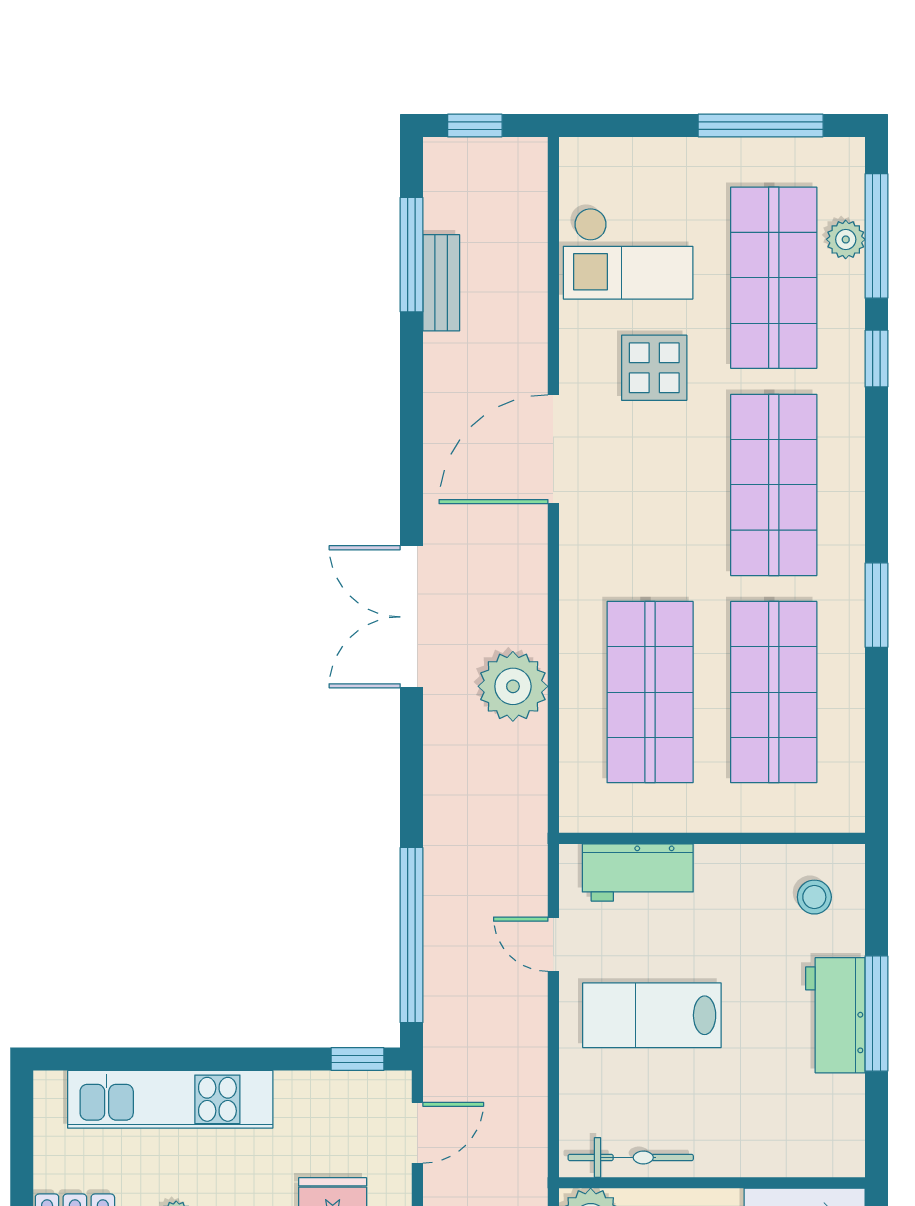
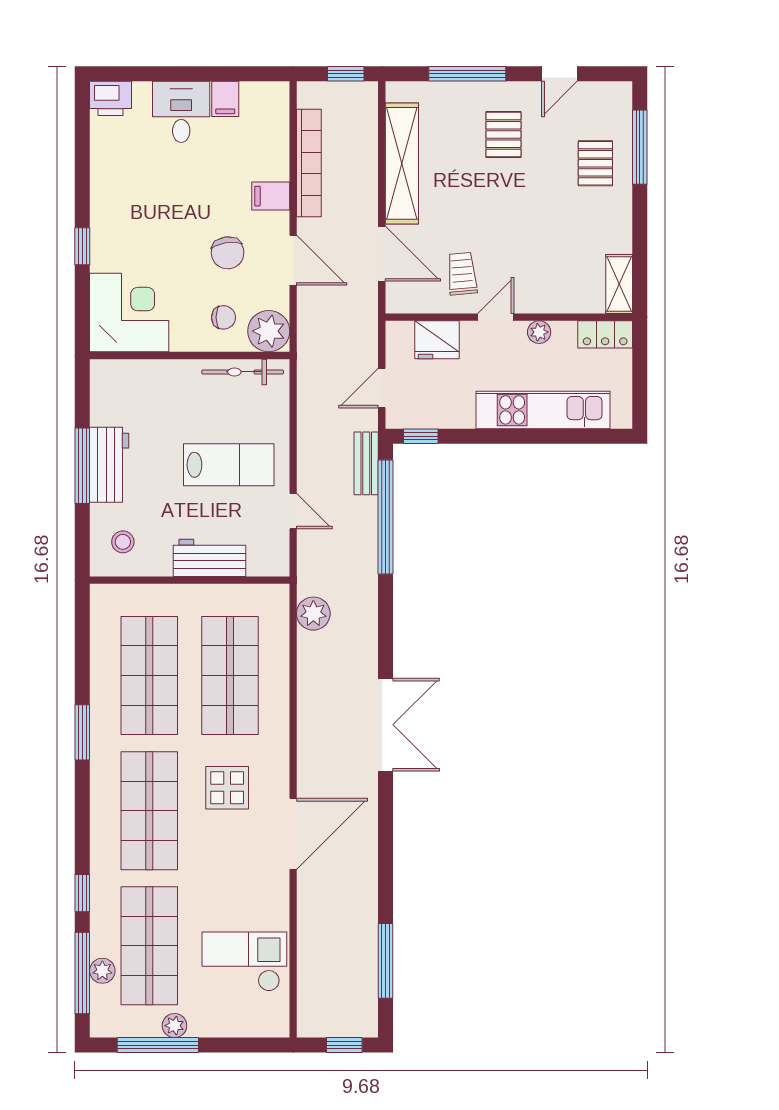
plant: (735, 156) -> (174, 1026), added
bench: (441, 283) -> (366, 463), moved
display table: (654, 368) -> (227, 788), moved
plant: (513, 686) -> (313, 614), moved, width x0.73, depth x0.73
workbench: (638, 872) -> (209, 558), moved

